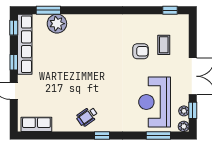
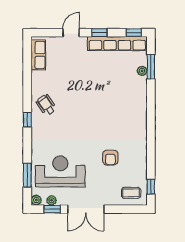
plant: (57, 24) -> (142, 71), width x0.53, depth x0.53
coffee table: (164, 45) -> (131, 193), moved

